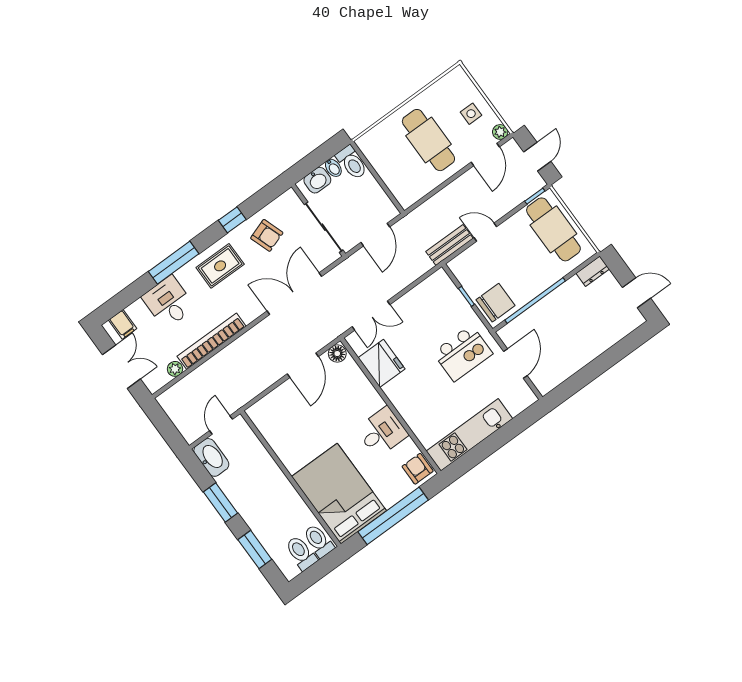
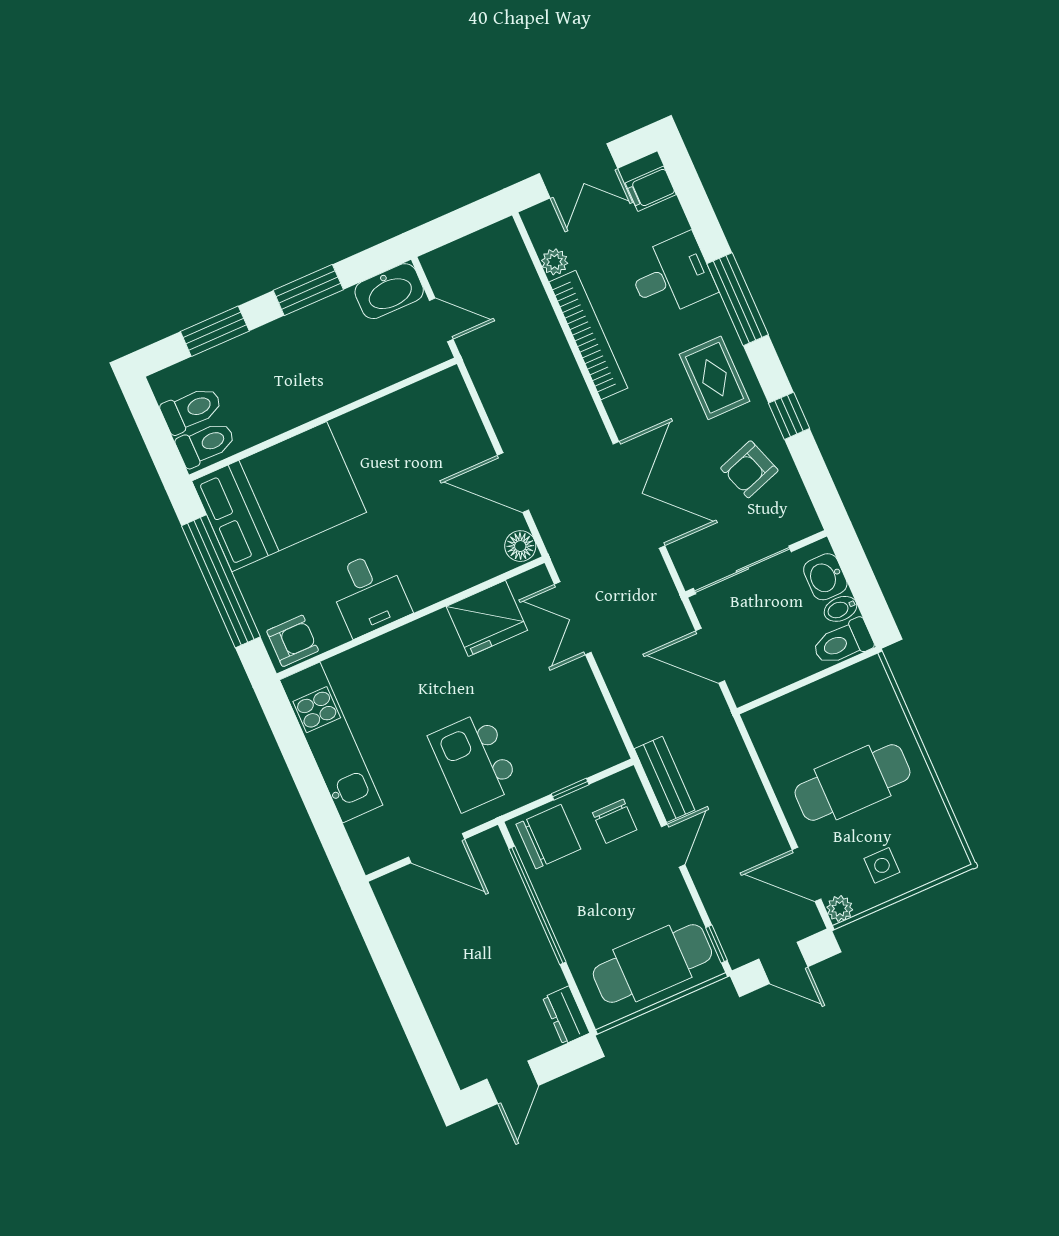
chair: (479, 268) -> (615, 821), added
chair: (495, 303) -> (548, 837), turned -90

